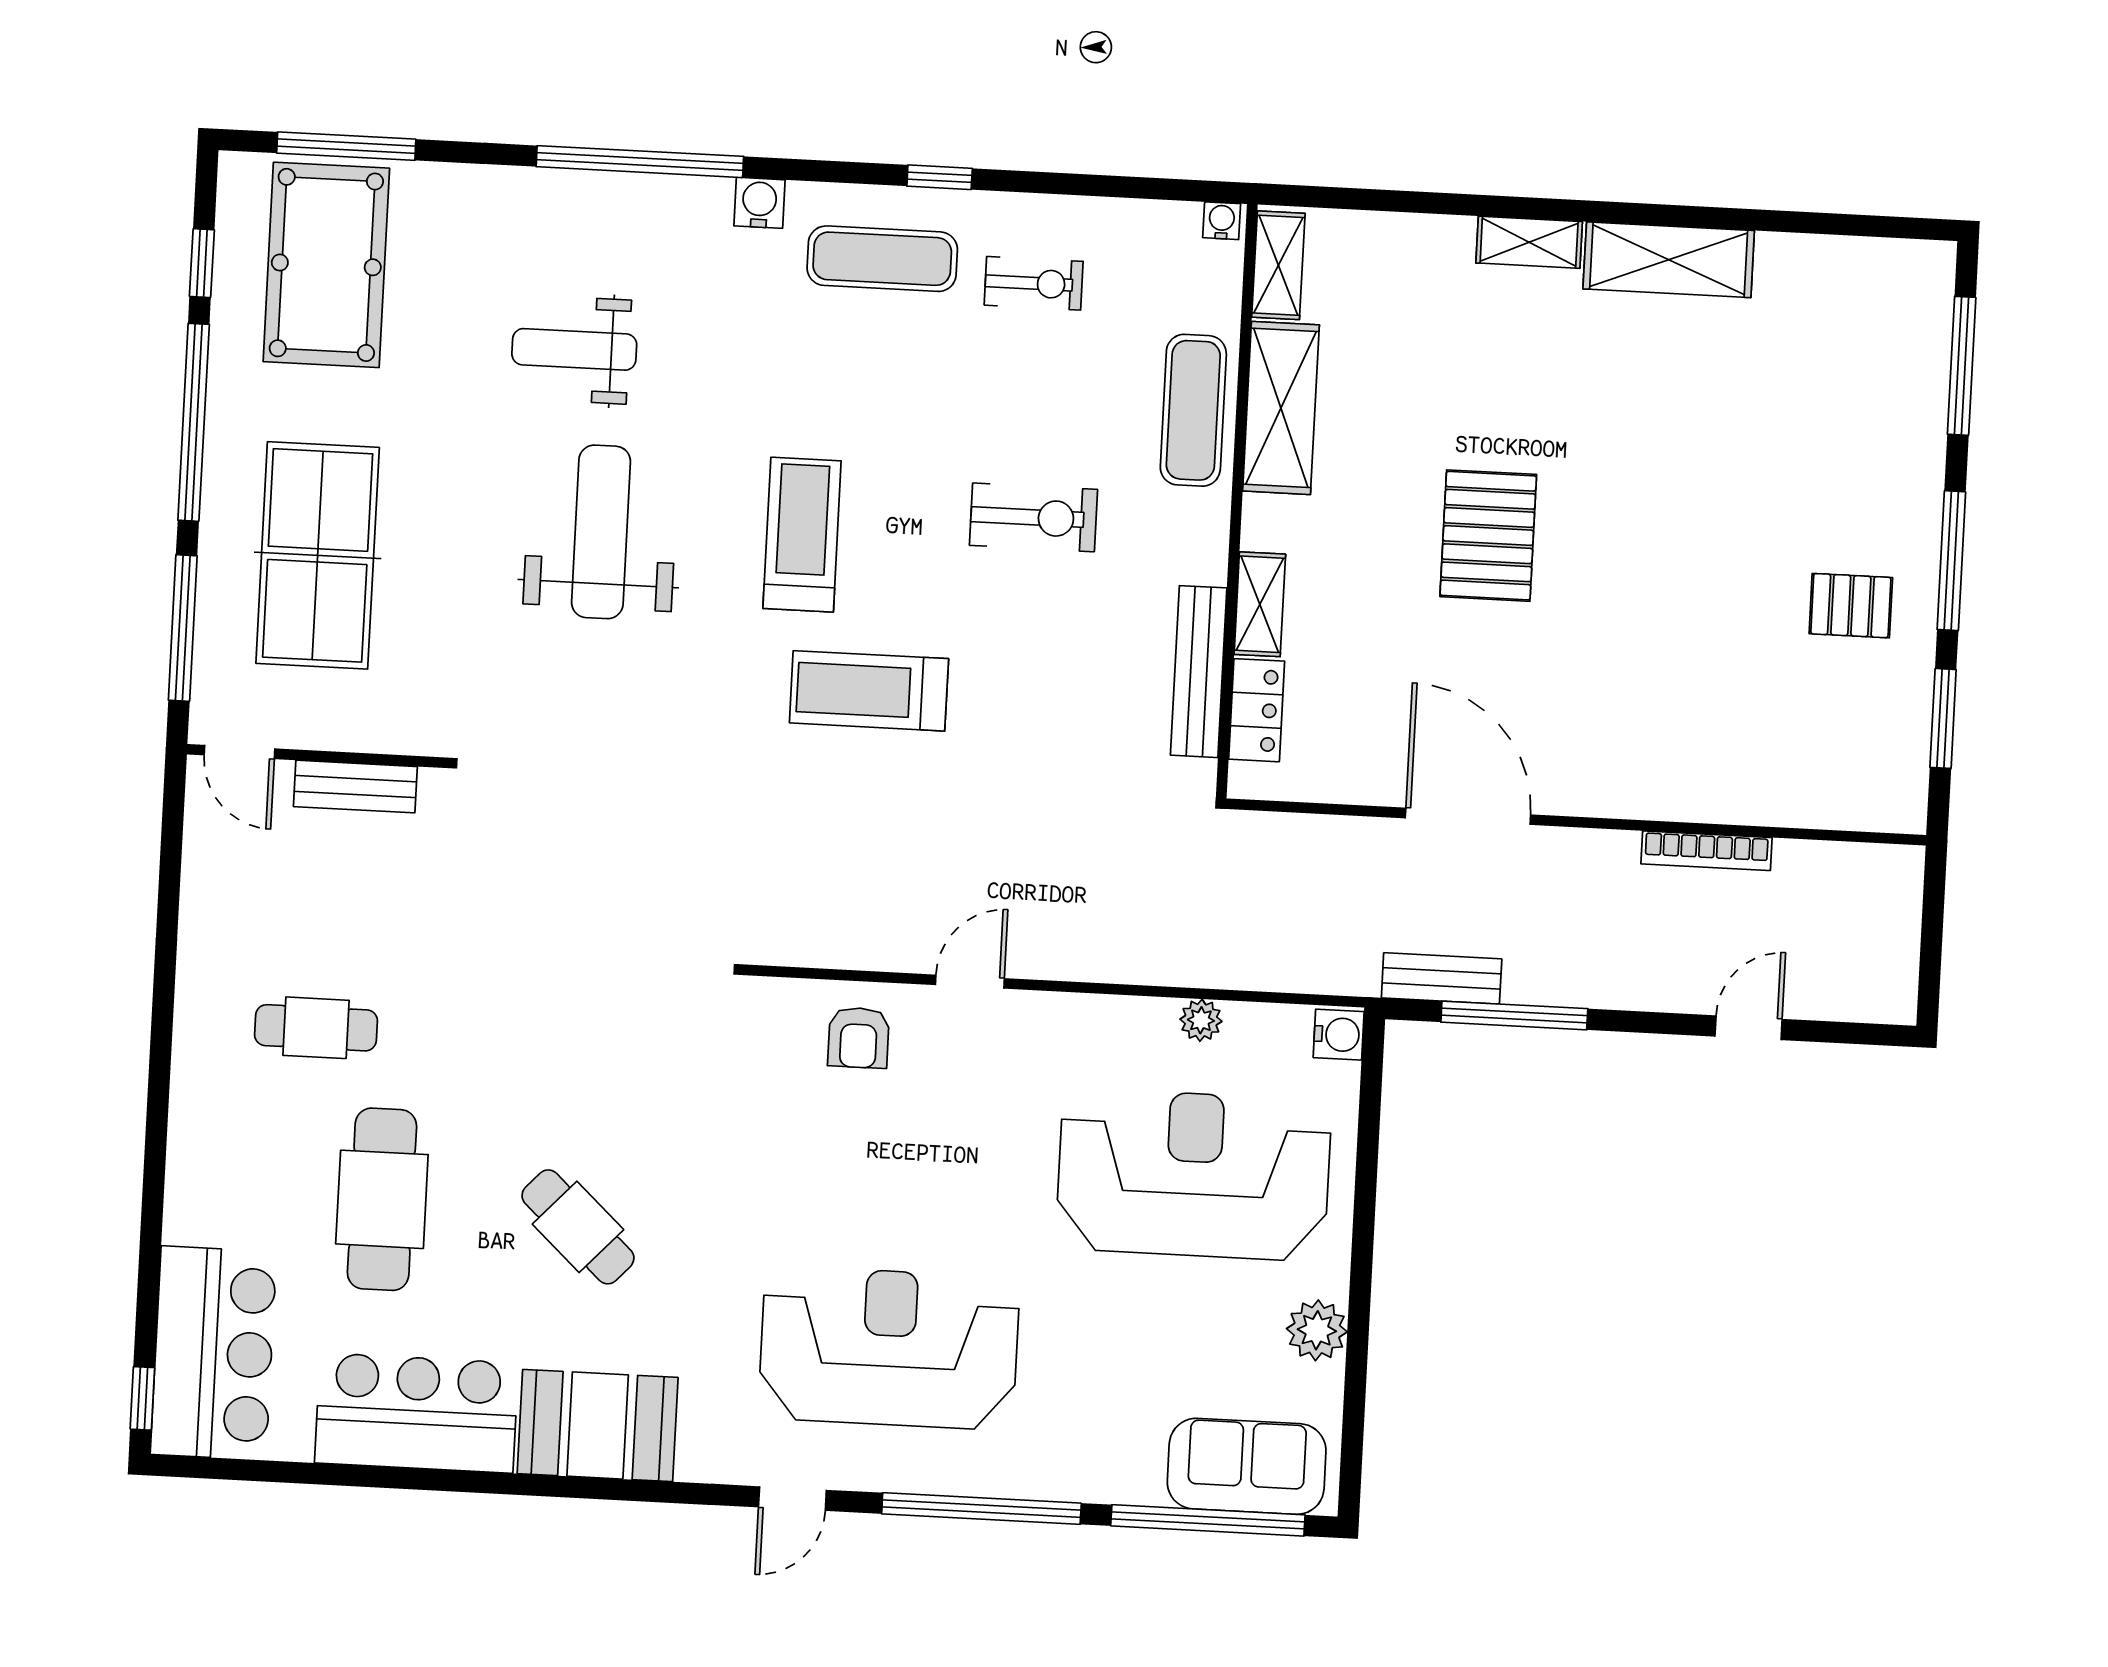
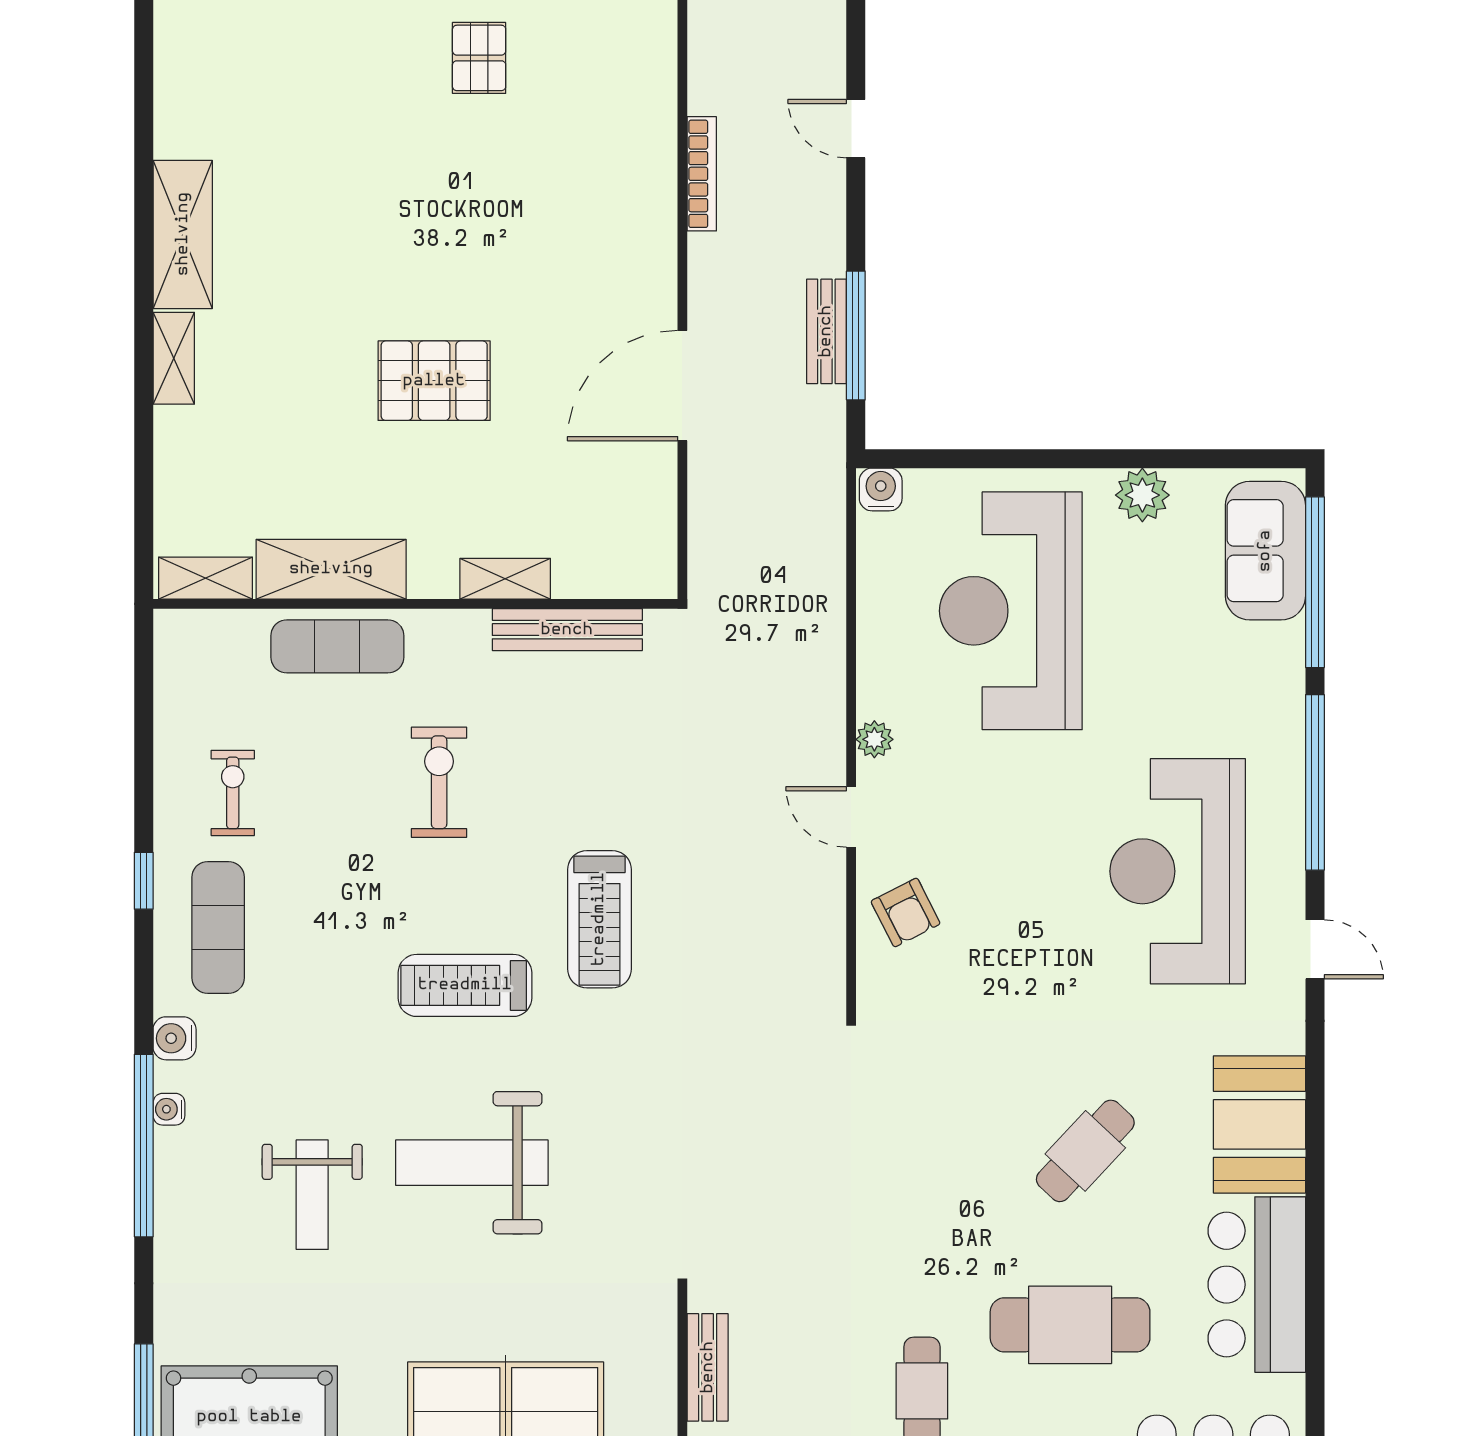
water cooler: (1222, 221) -> (169, 1109), moved
locker: (1257, 710) -> (599, 577), removed
bench: (1442, 978) -> (826, 331), moved
plant: (1201, 1020) -> (874, 739), moved
armchair: (858, 1038) -> (906, 912), turned 63

